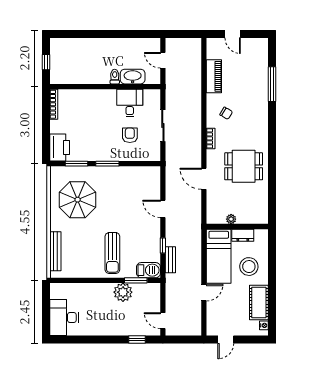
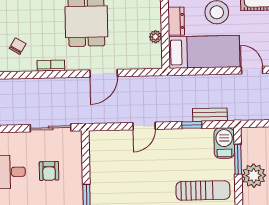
sliding door: (163, 126) -> (51, 128), moved
armchair: (130, 135) -> (49, 171), turned -90

